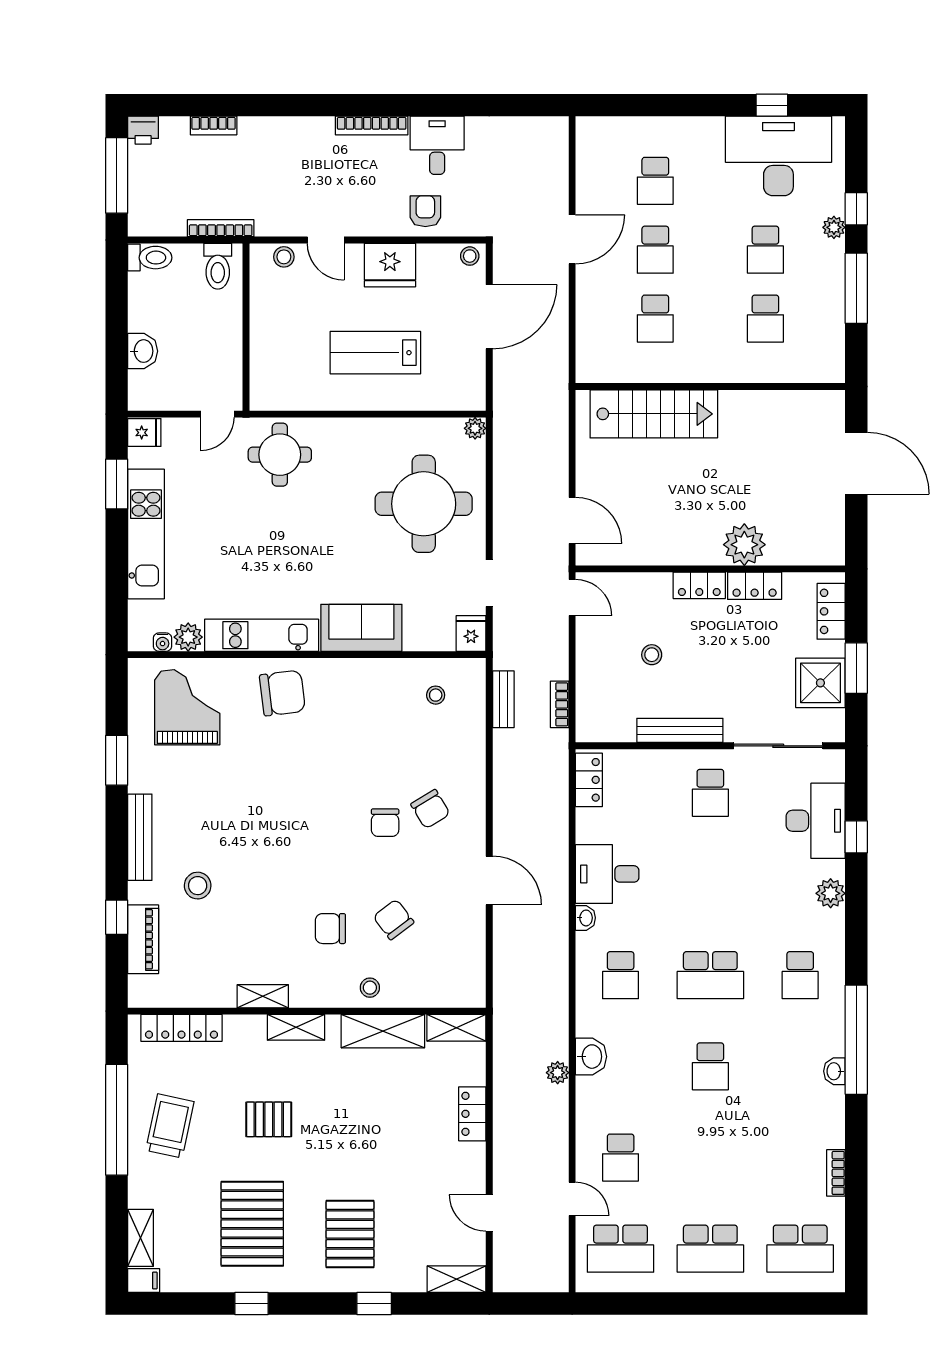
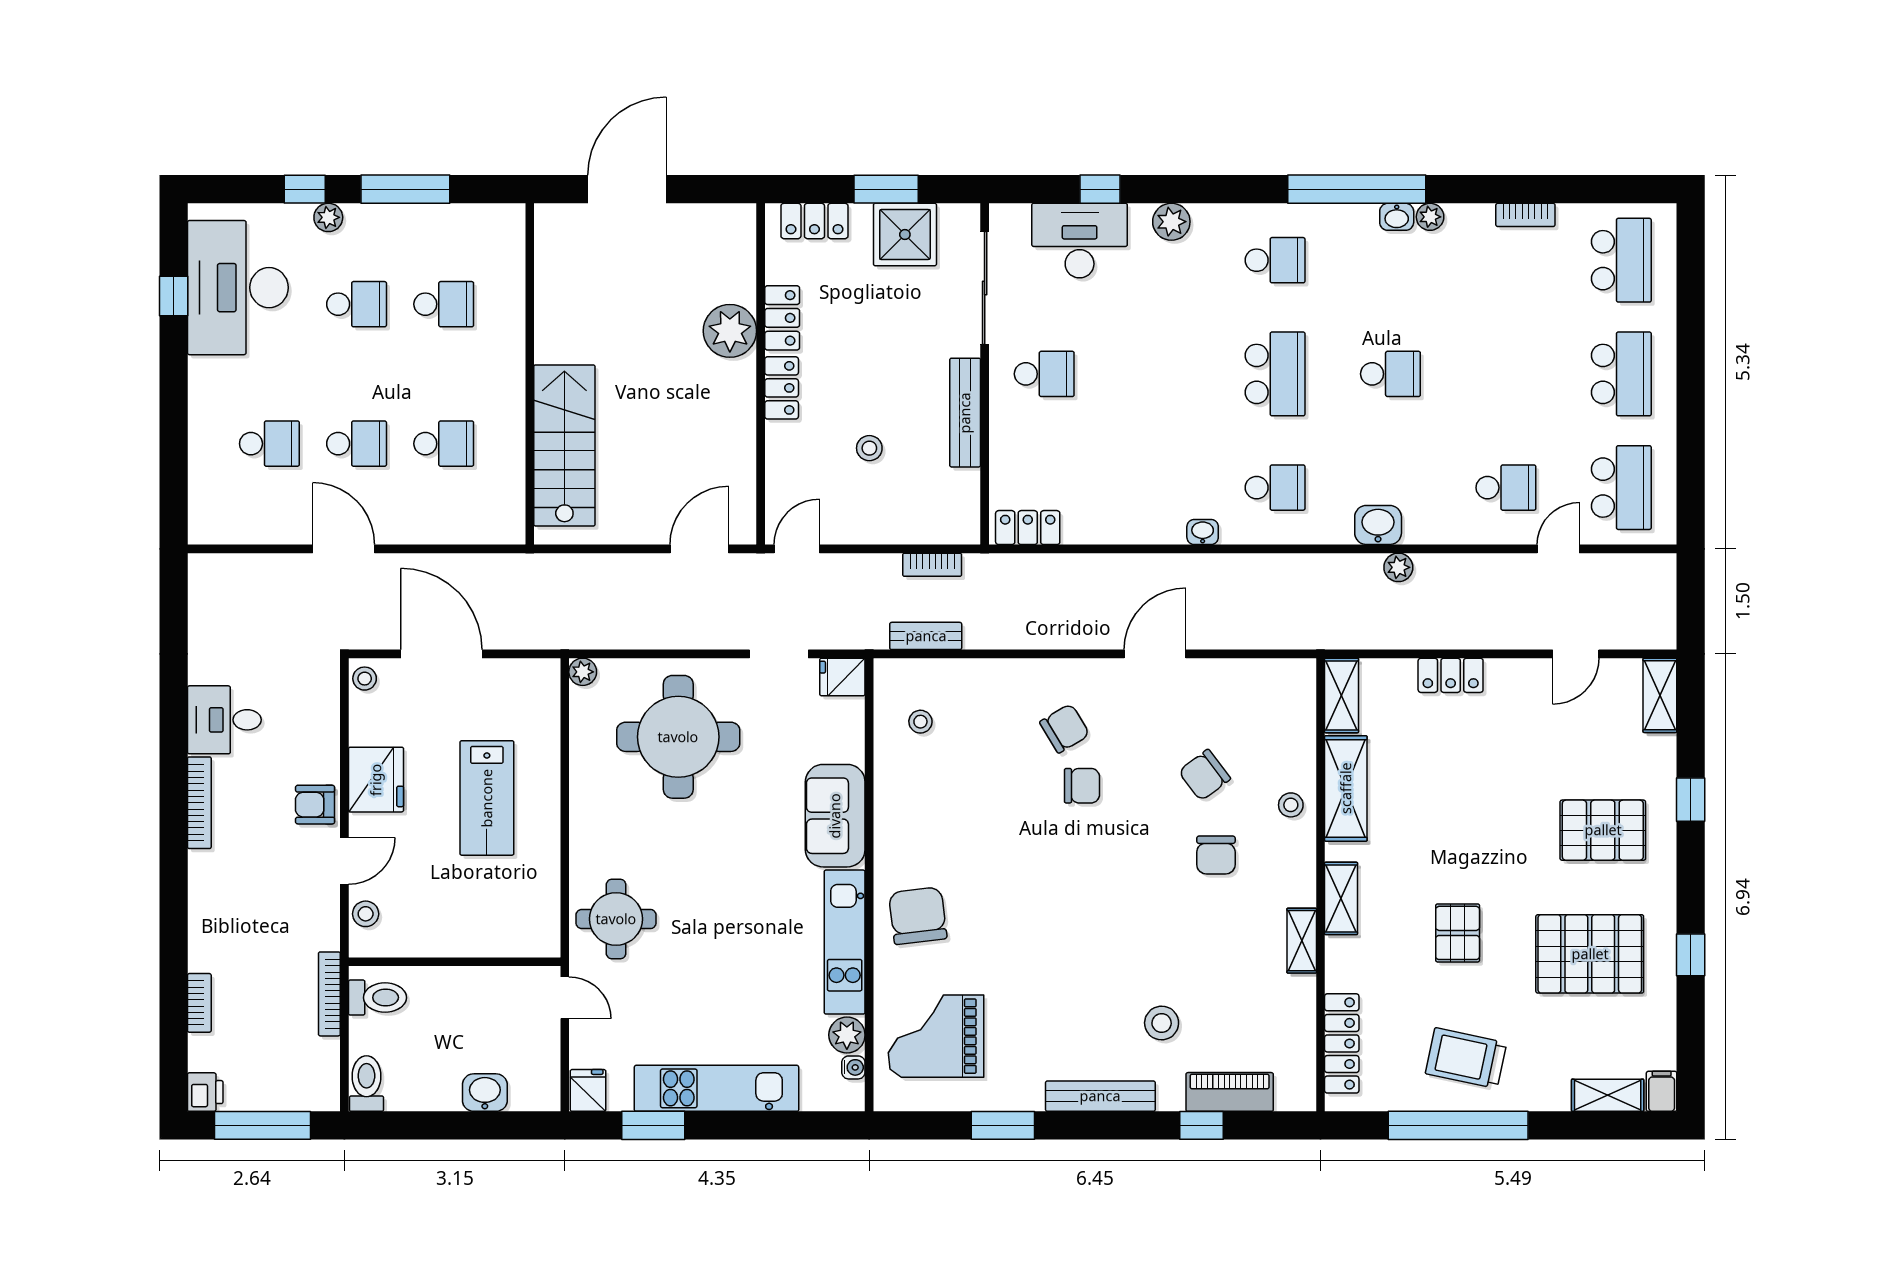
armchair: (425, 211) -> (315, 805), moved
desk: (607, 874) -> (1147, 504), removed
plant: (834, 1098) -> (1430, 217), added

